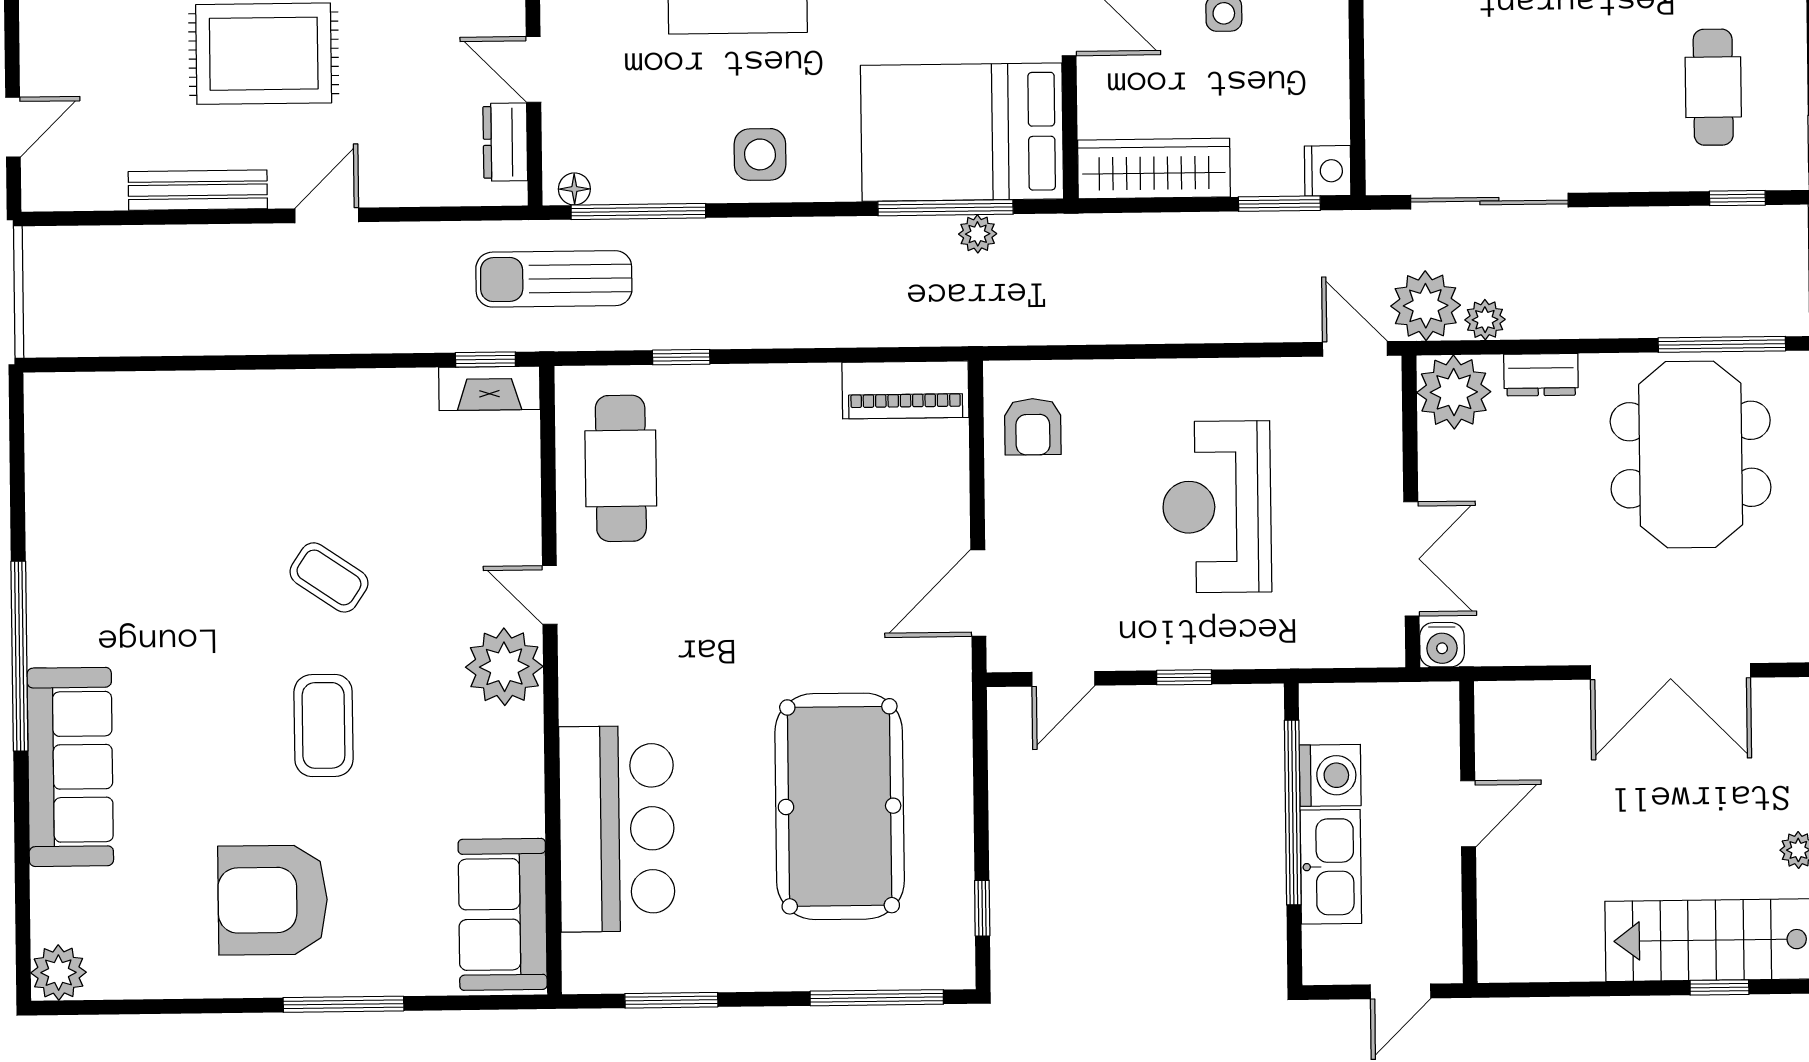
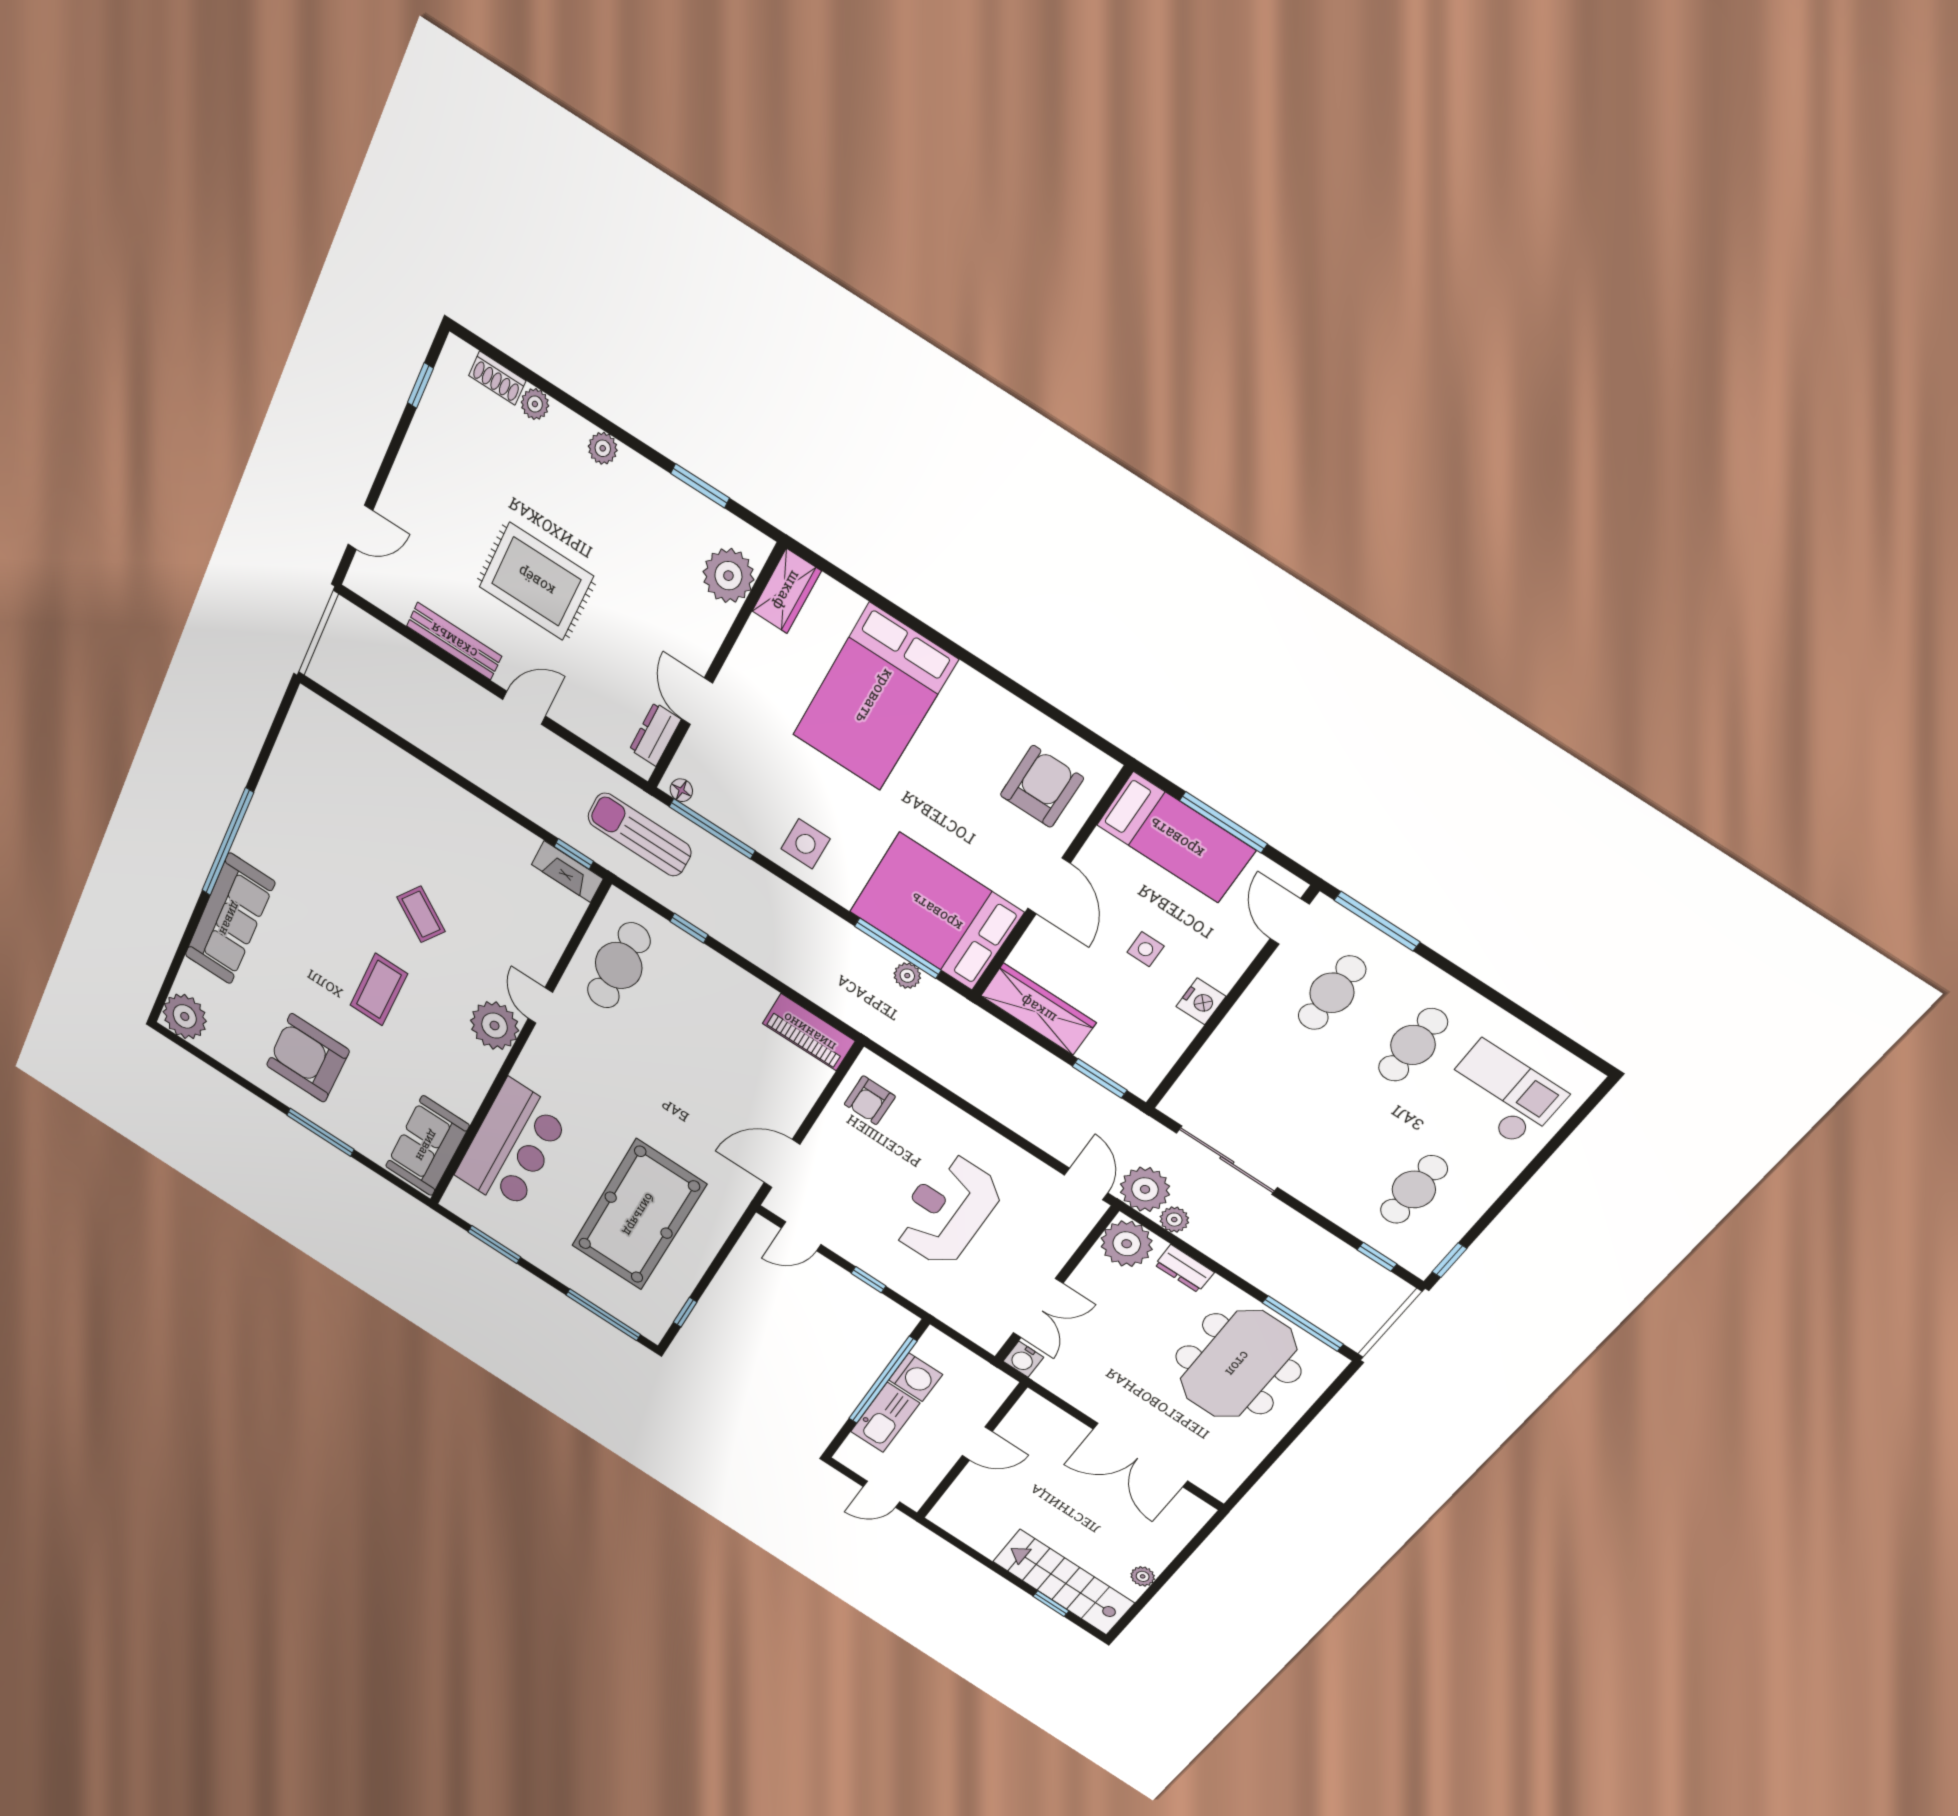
nightstand: (1328, 171) -> (1201, 1001), moved
plant: (59, 973) -> (185, 1016), width x1.36, depth x1.36

